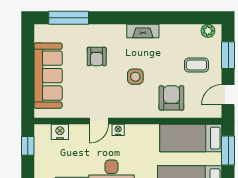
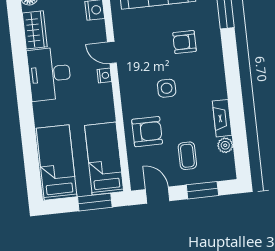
fireplace: (143, 31) -> (222, 118), moved
plant: (208, 31) -> (225, 145), moved

